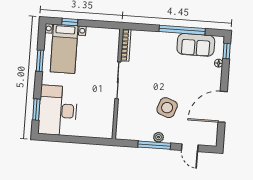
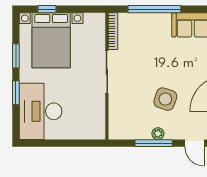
window: (182, 30) -> (154, 9), moved
bed with nightstands: (64, 49) -> (51, 40), width x1.36
window: (36, 110) -> (16, 93), moved

